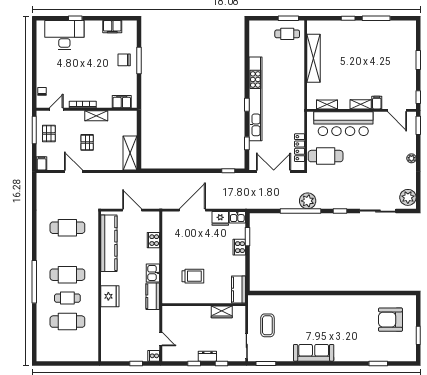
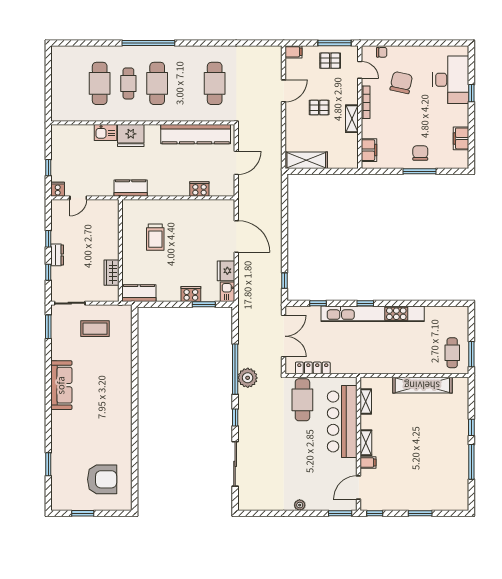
chair: (67, 75) -> (401, 83), added
plant: (408, 197) -> (252, 501), removed
kitchen sink: (153, 273) -> (105, 133), moved, turned 180
armchair: (390, 320) -> (102, 479), turned 90

